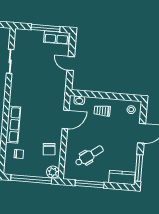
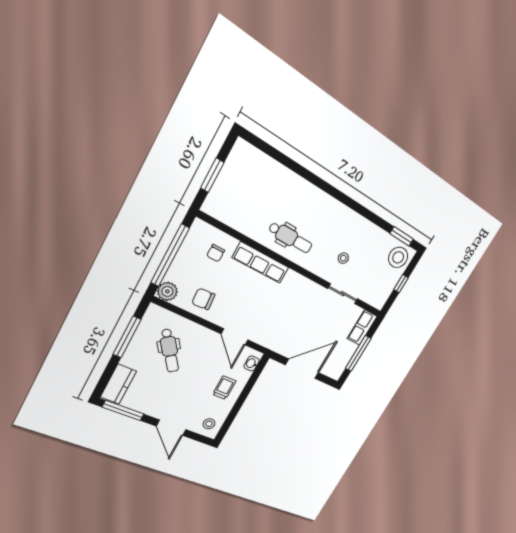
row of seats: (56, 38) -> (362, 327), moved
door: (71, 63) -> (302, 369), width x1.88

